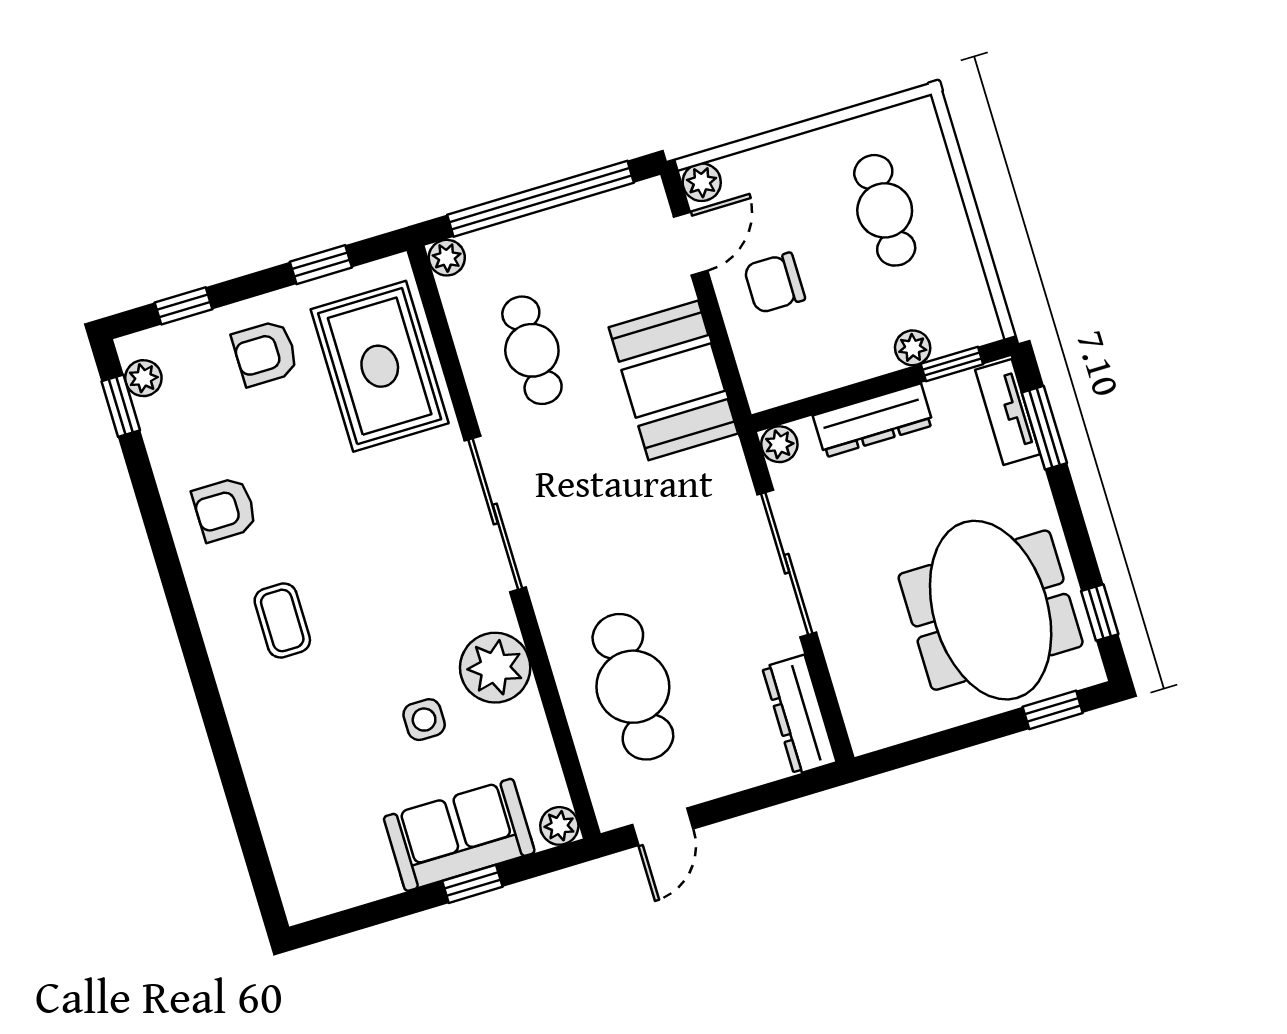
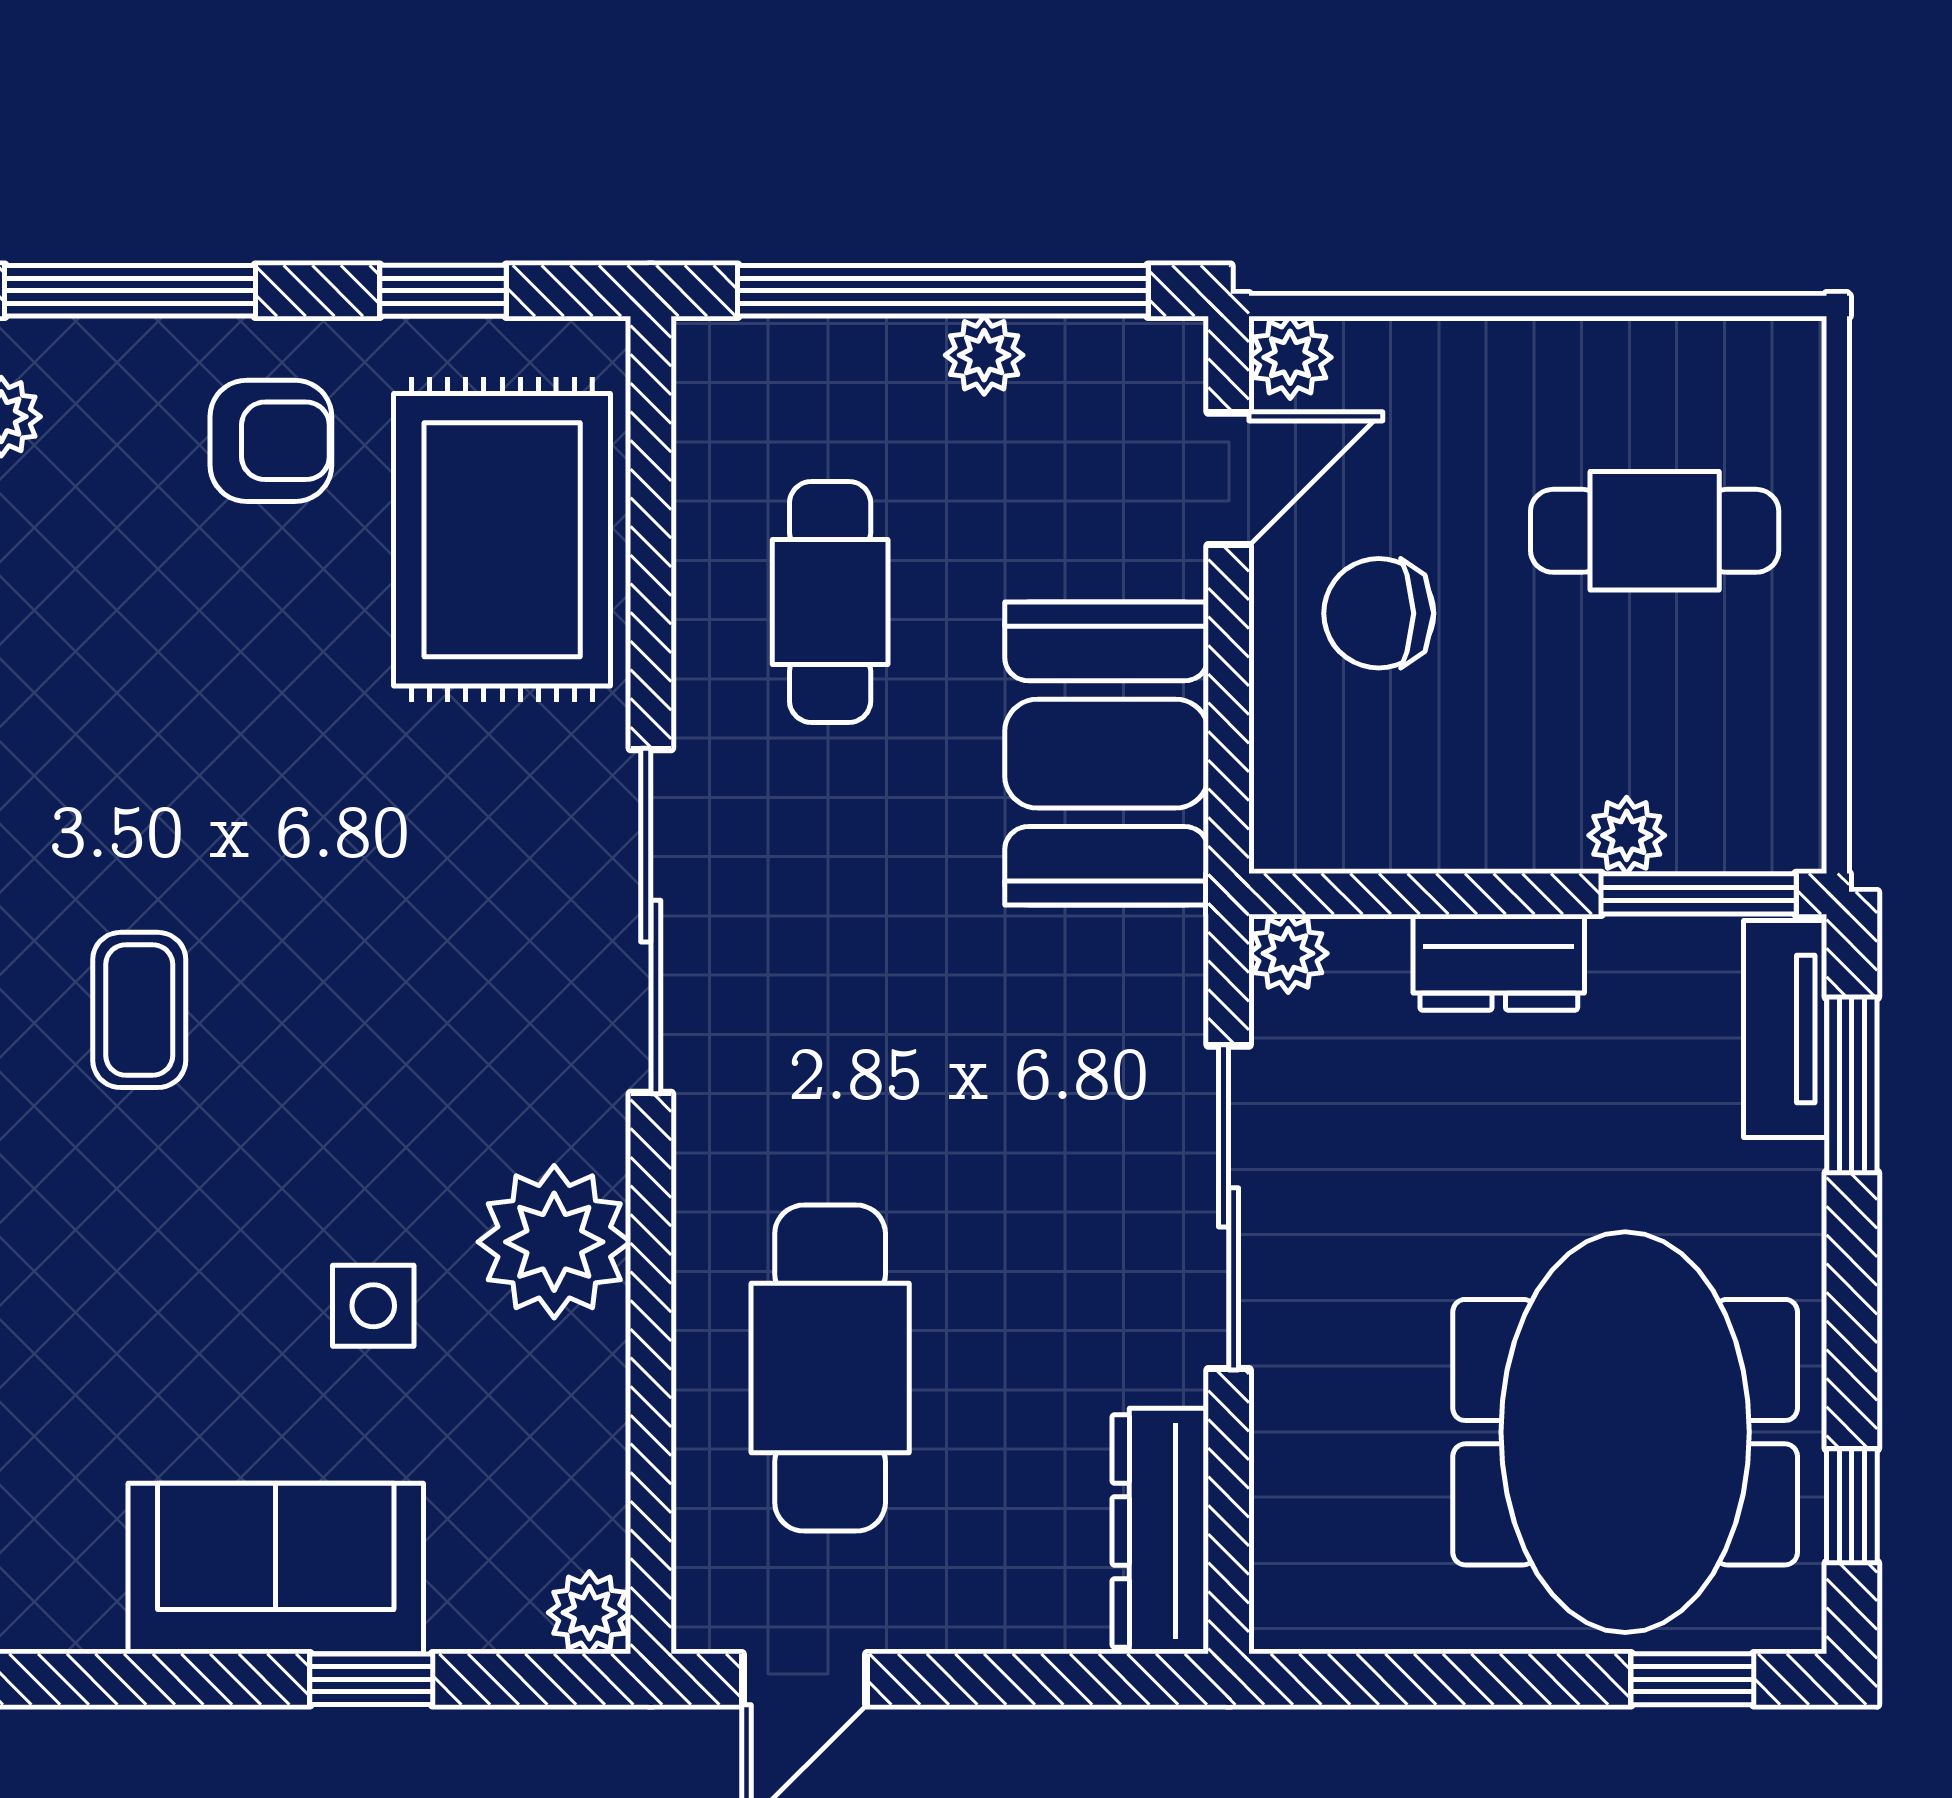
cafe table: (885, 210) -> (1655, 531), turned 90
plant: (447, 258) -> (984, 355), moved
window: (183, 306) -> (130, 291), width x2.17
armchair: (265, 353) -> (271, 441), turned 180
window: (952, 364) -> (1699, 894), width x1.50
dresser: (873, 420) -> (1499, 962), width x0.70
armchair: (225, 509) -> (88, 742), removed
sofa: (459, 835) -> (276, 1569), moved

